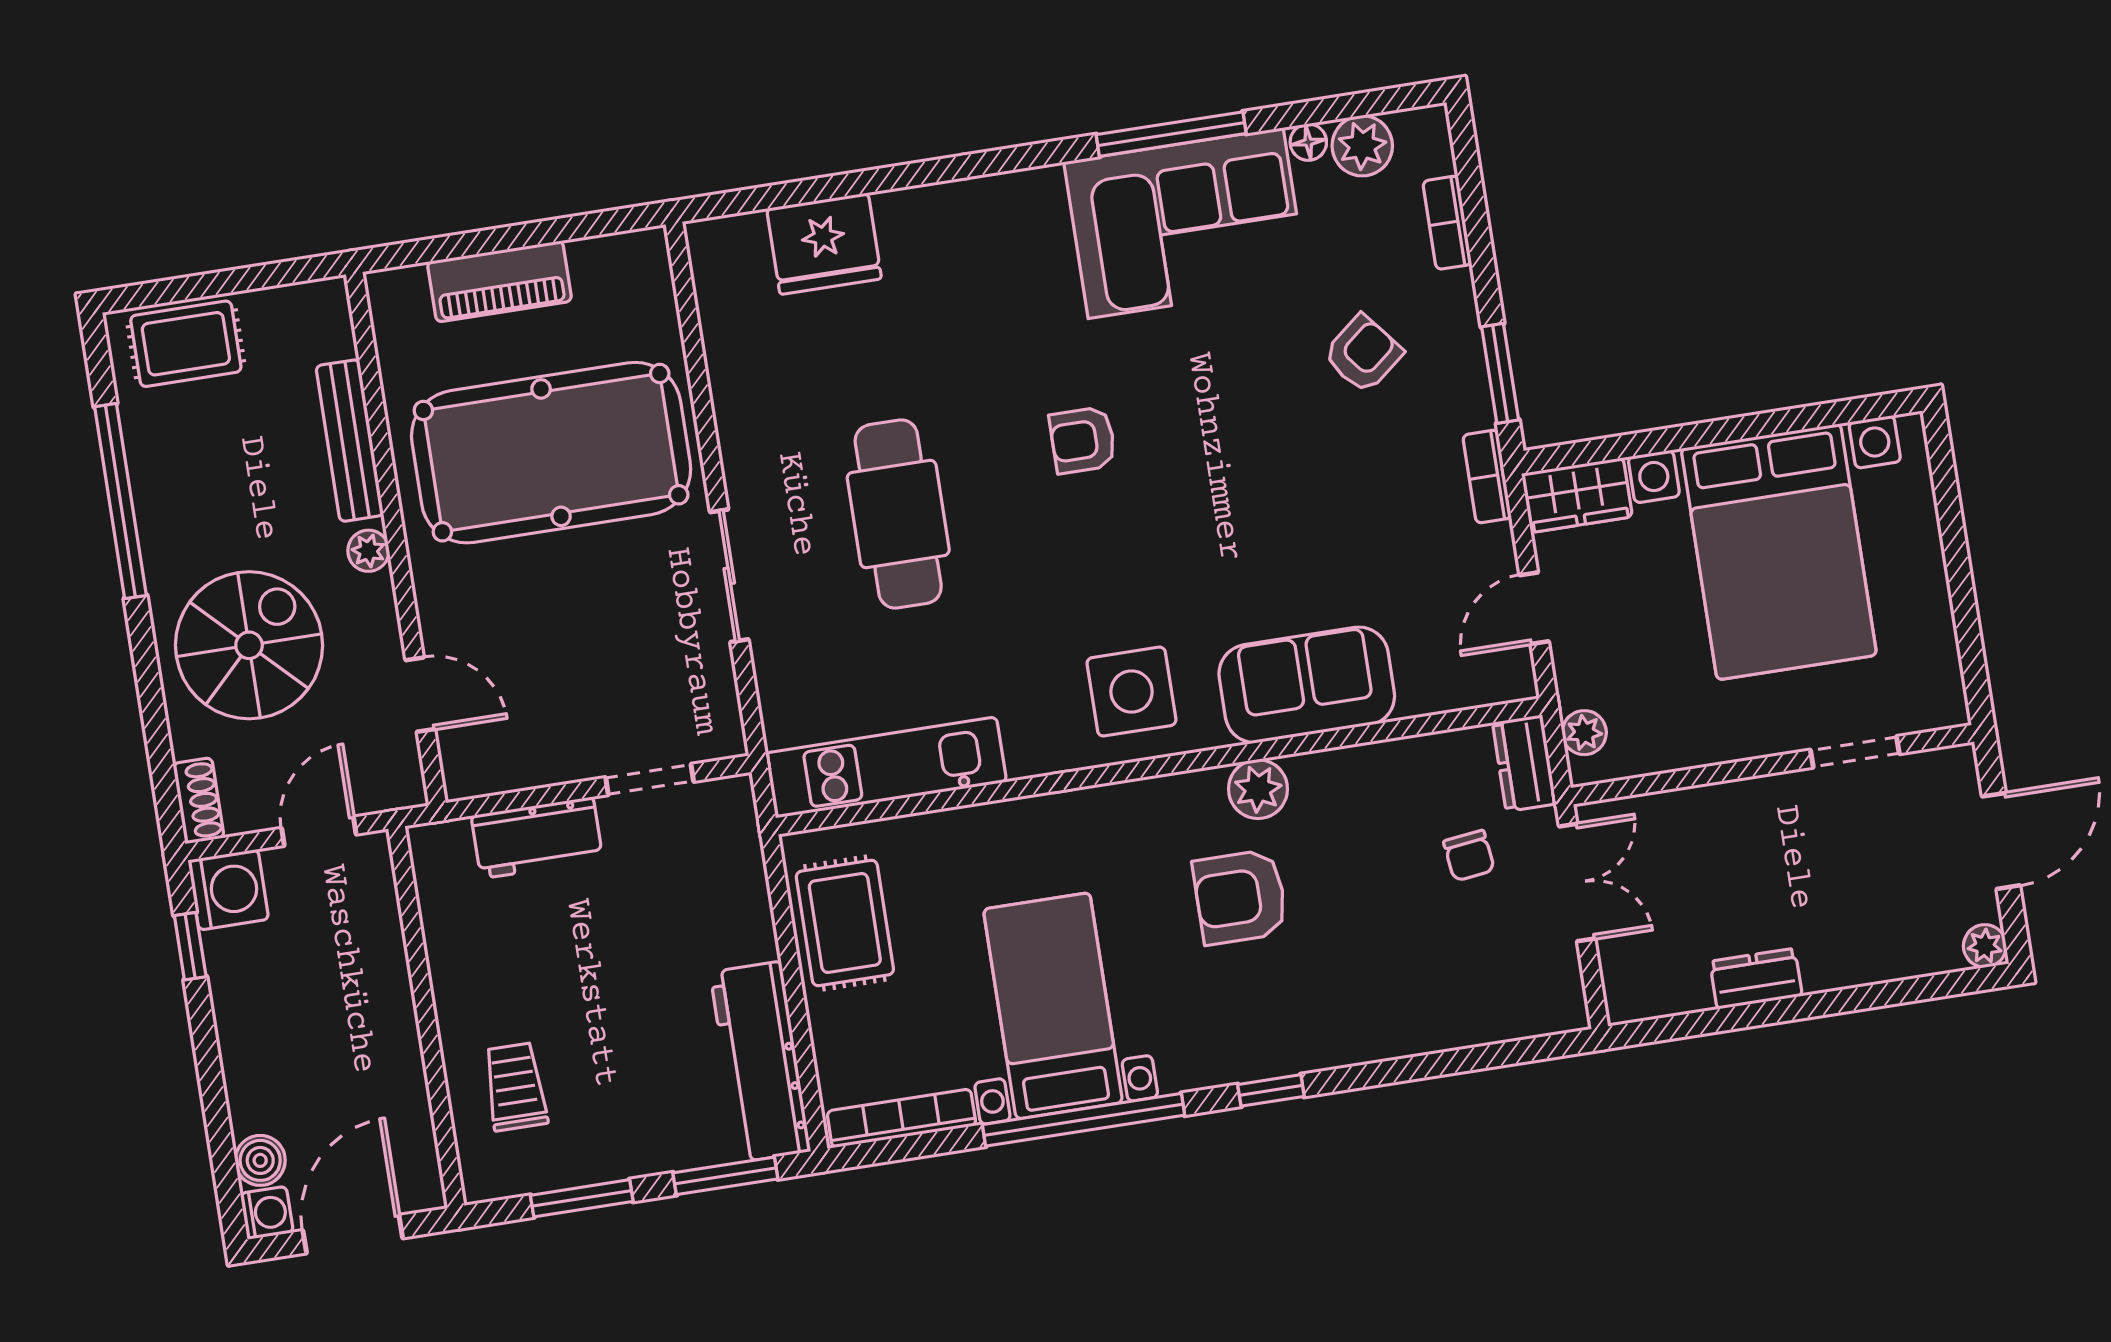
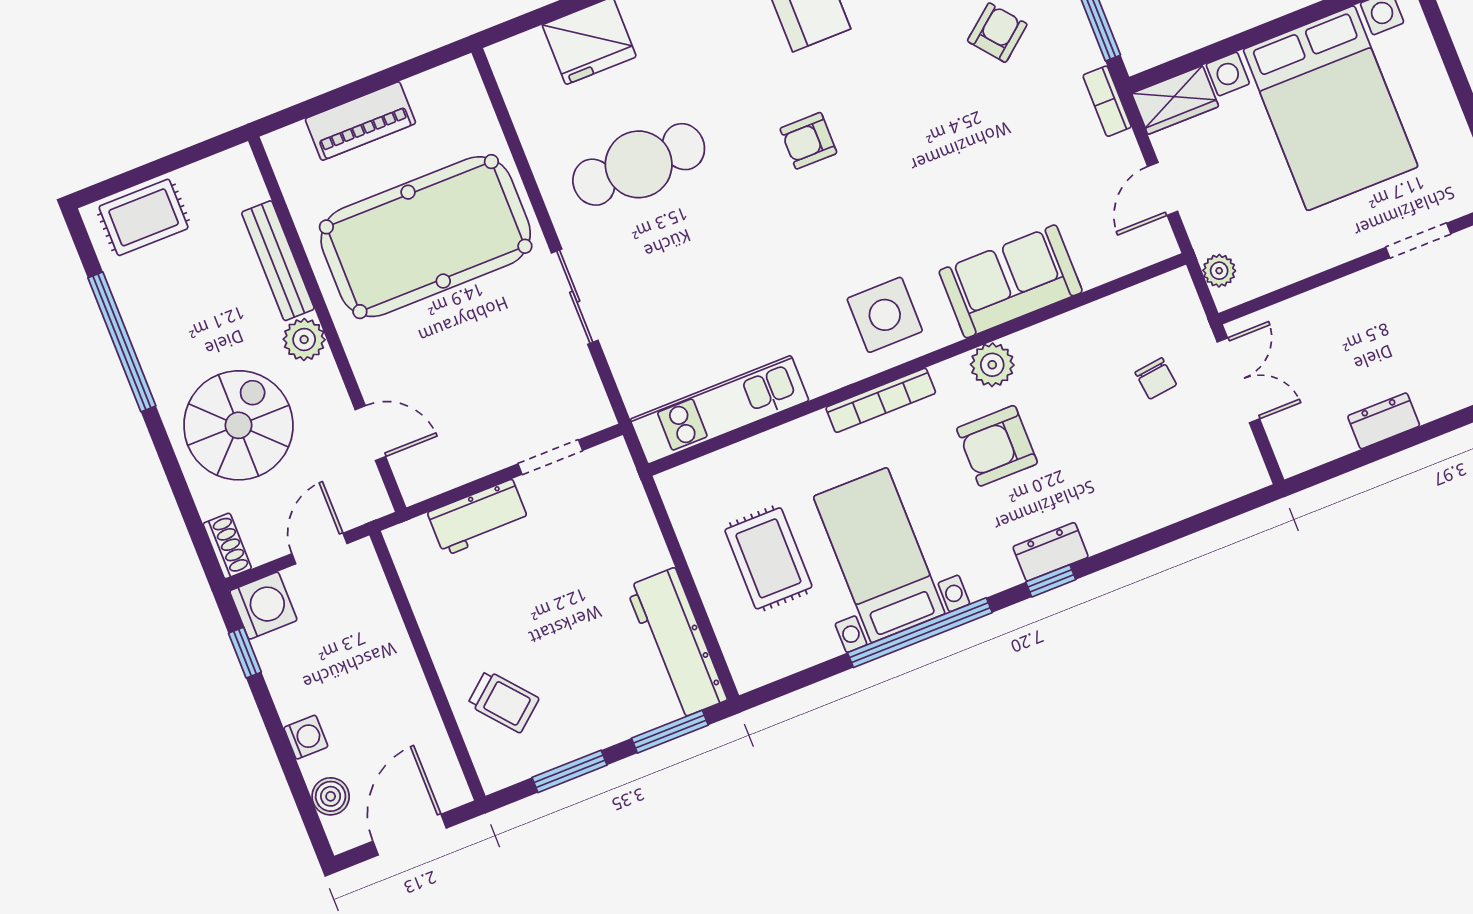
cafe table: (898, 514) -> (639, 164), moved, turned 90
plant: (368, 551) -> (304, 339), width x1.38, depth x1.38
dresser: (1524, 763) -> (1051, 552), moved, turned 90
rug: (845, 923) -> (768, 558), moved
trolley: (515, 1087) -> (503, 701), turned 140
bookcase: (901, 1118) -> (881, 400), moved, turned 180
washing machine: (267, 1213) -> (306, 737), moved

